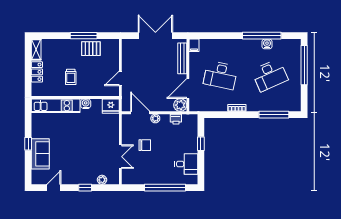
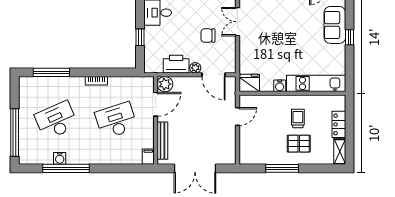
pallet: (91, 49) -> (299, 144), moved
desk: (220, 75) -> (116, 120), turned -30
printer: (176, 119) -> (176, 64), width x1.87, depth x1.48

